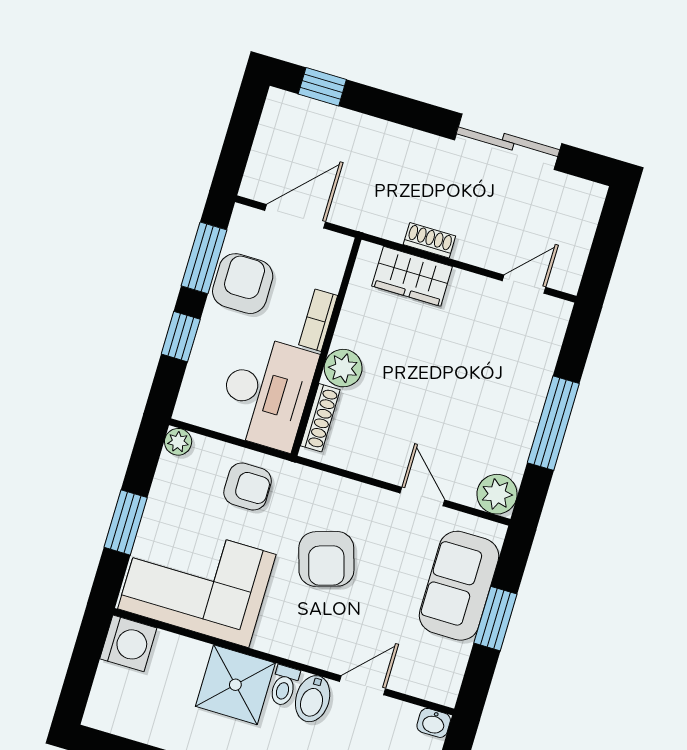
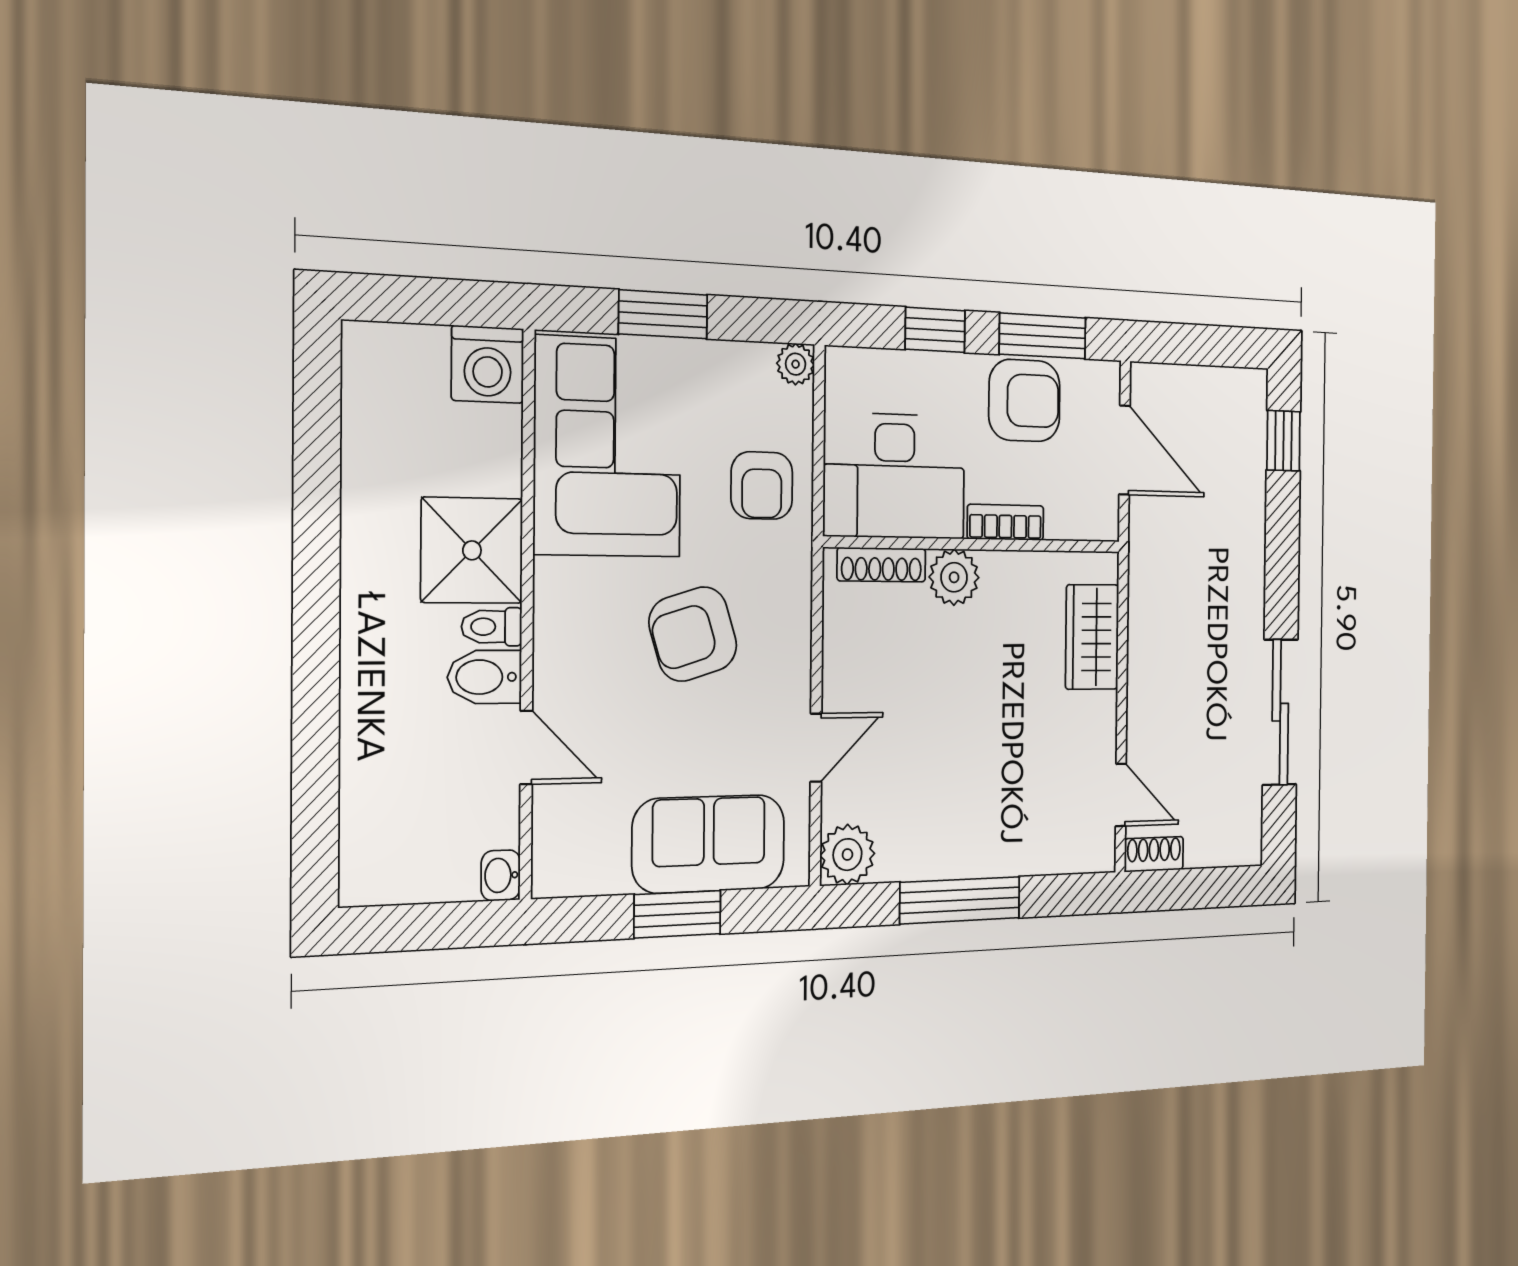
shoe rack: (429, 240) -> (1154, 854), moved, turned -90

